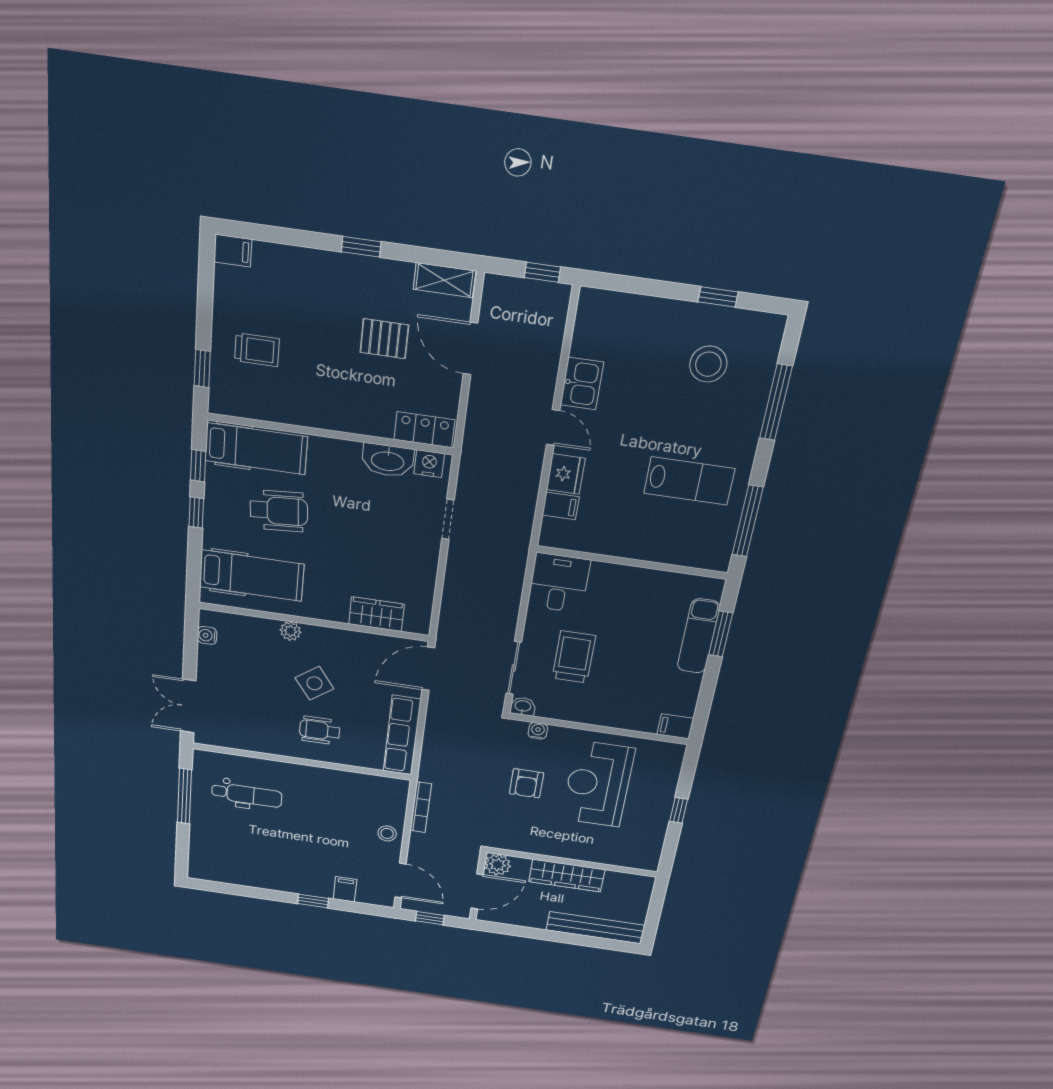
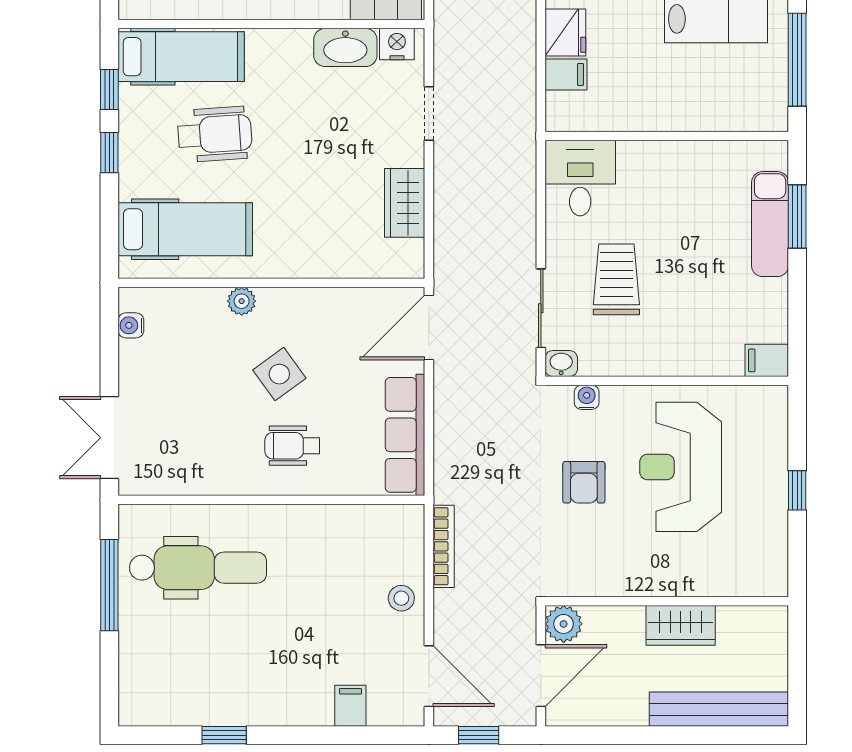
wardrobe: (377, 614) -> (405, 203), moved, turned -90
dental chair: (247, 795) -> (198, 568), width x1.36, depth x1.38
wardrobe: (567, 876) -> (681, 625), width x0.67
window: (313, 901) -> (224, 735), moved

